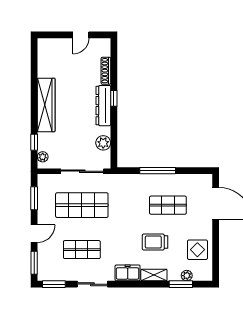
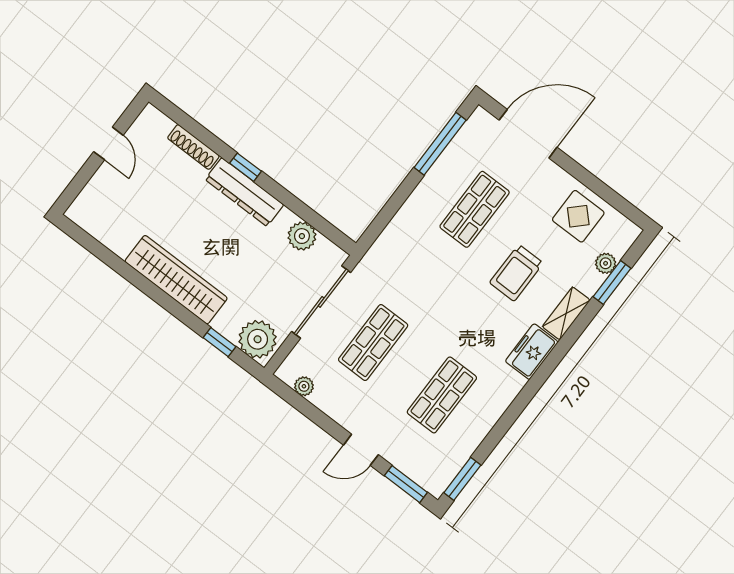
plant: (43, 157) -> (258, 339), width x1.88, depth x1.88
window: (158, 171) -> (440, 144), moved
plant: (42, 190) -> (304, 386), added
window: (34, 198) -> (306, 408), removed
shop shelf: (82, 205) -> (373, 343), width x0.70, depth x0.74
door: (34, 234) -> (361, 450), swing flipped
sliding door: (92, 284) -> (508, 419), removed

